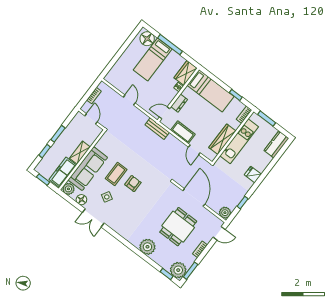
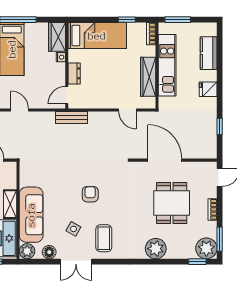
cot: (183, 132) -> (101, 101), removed
kitchen counter: (276, 144) -> (209, 53), moved
coffee table: (116, 174) -> (104, 238), moved
plant: (225, 213) -> (209, 151), removed

